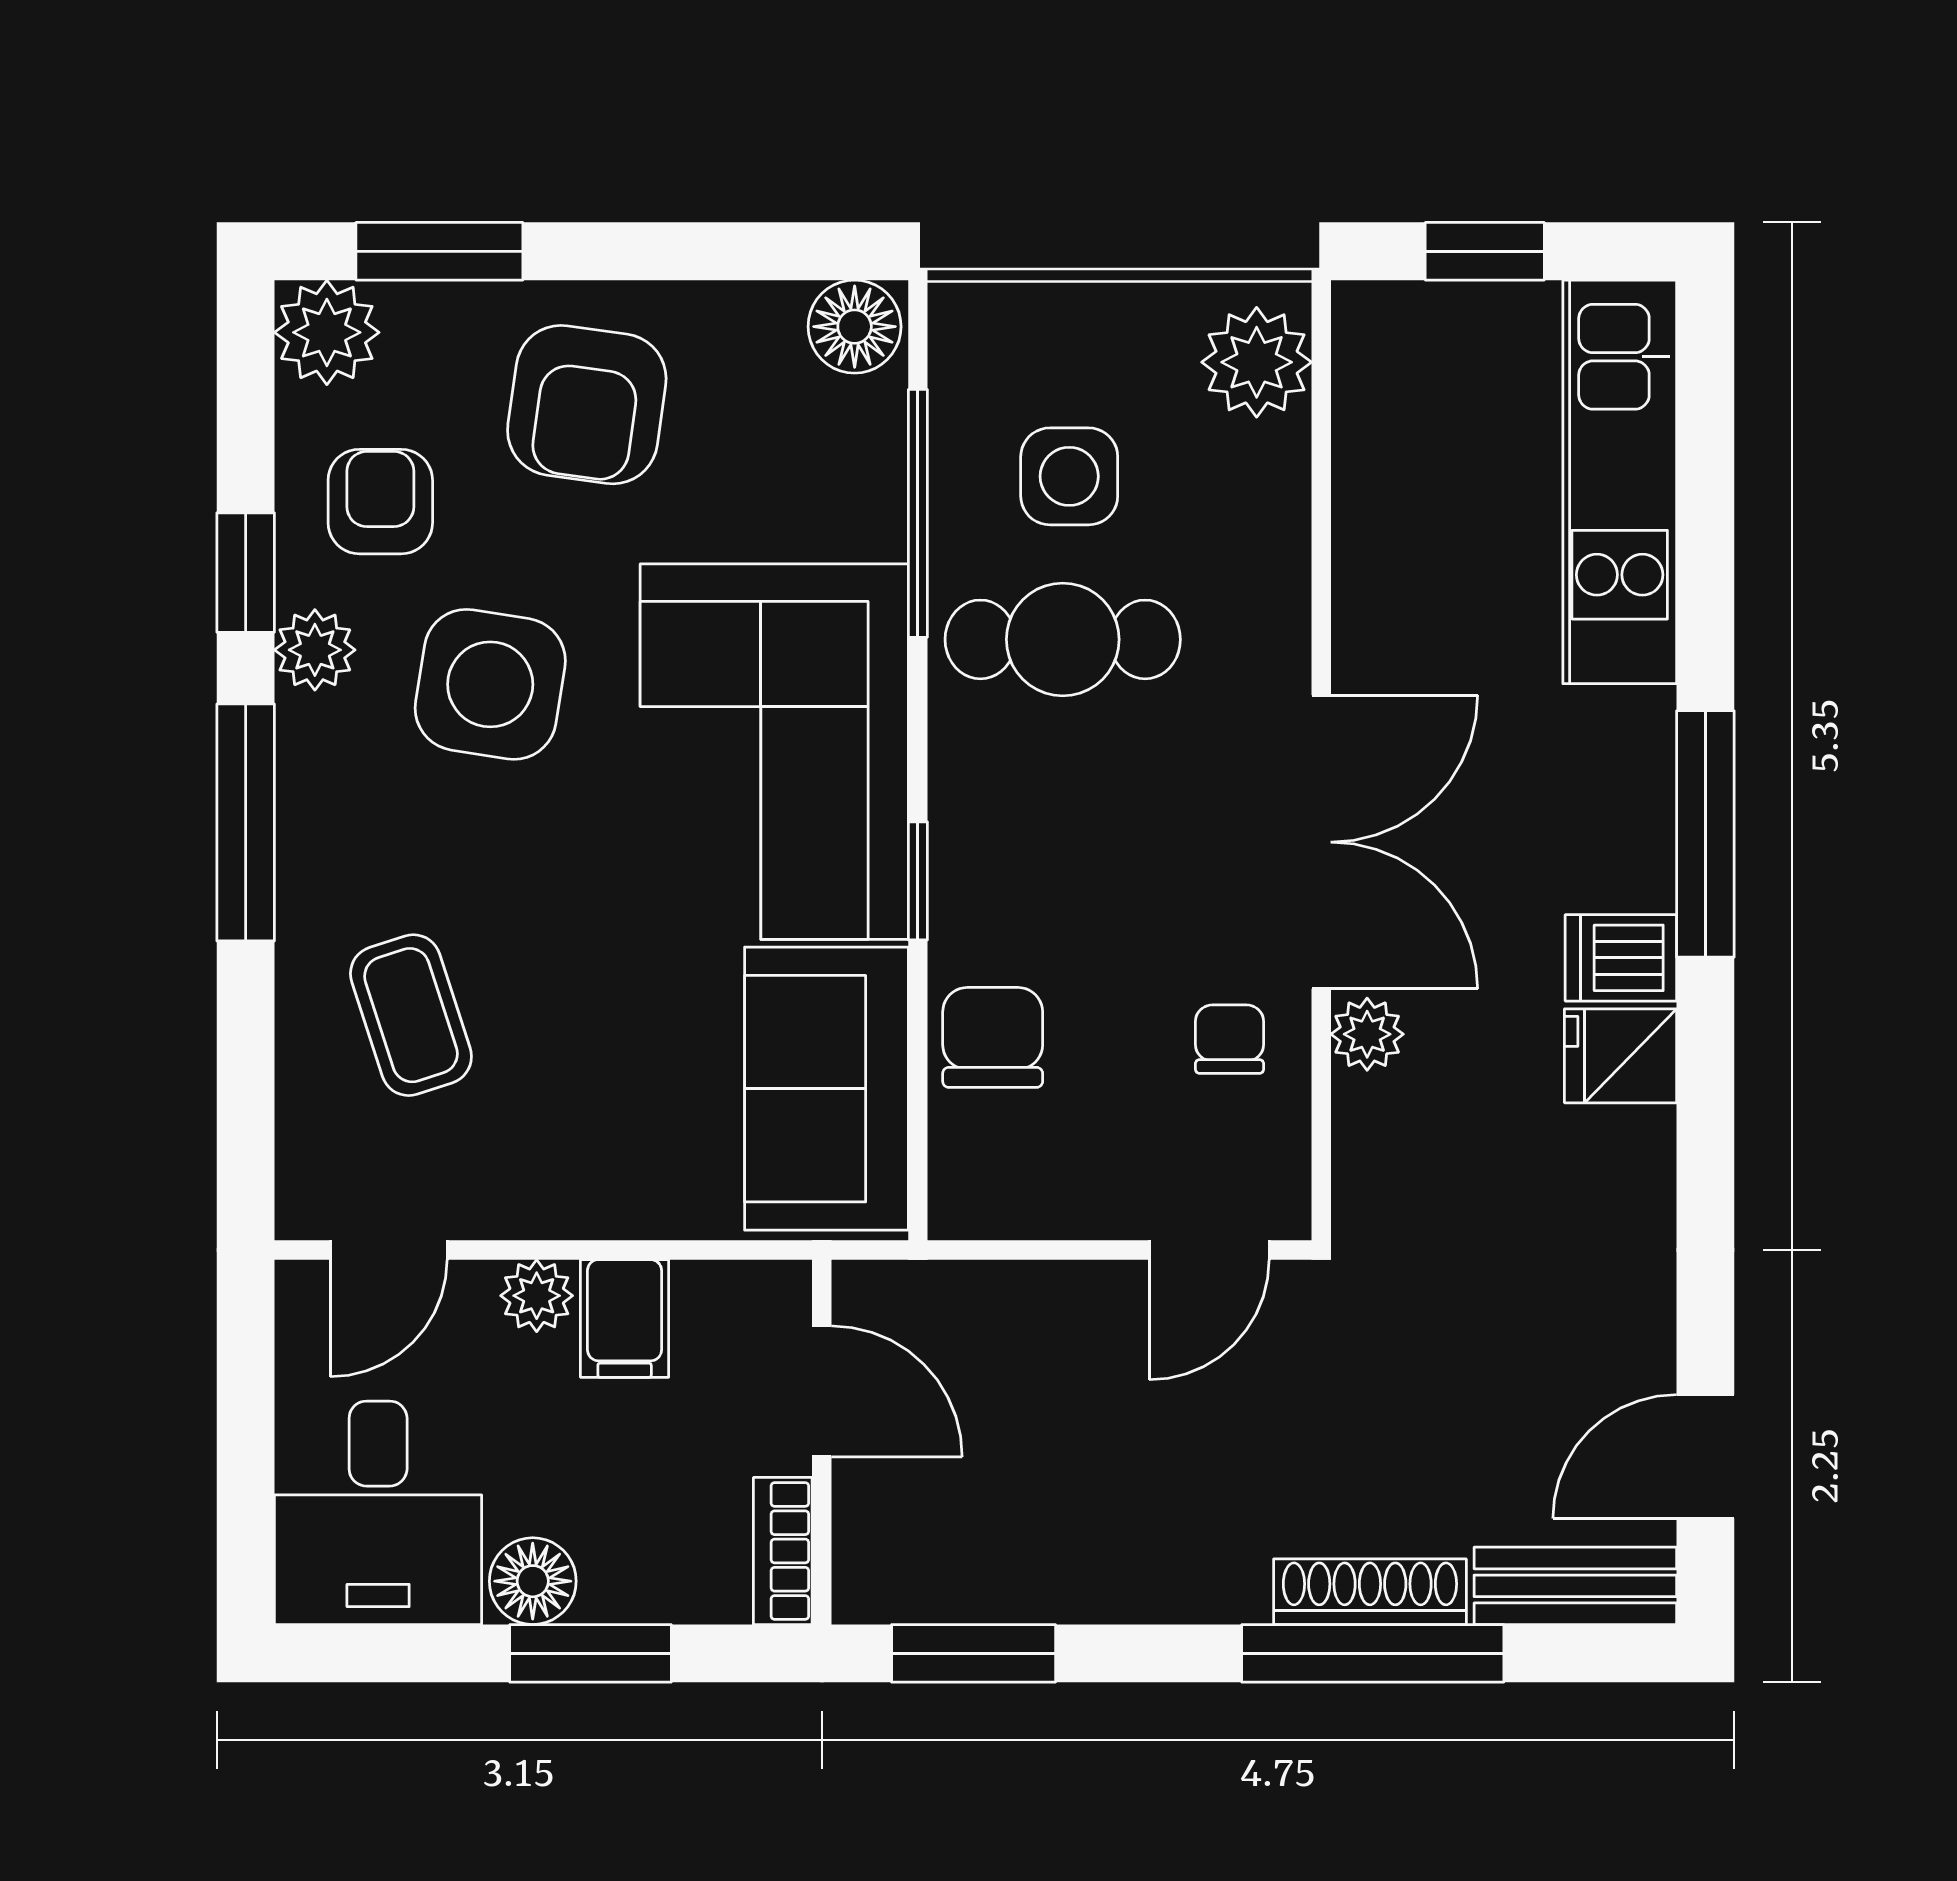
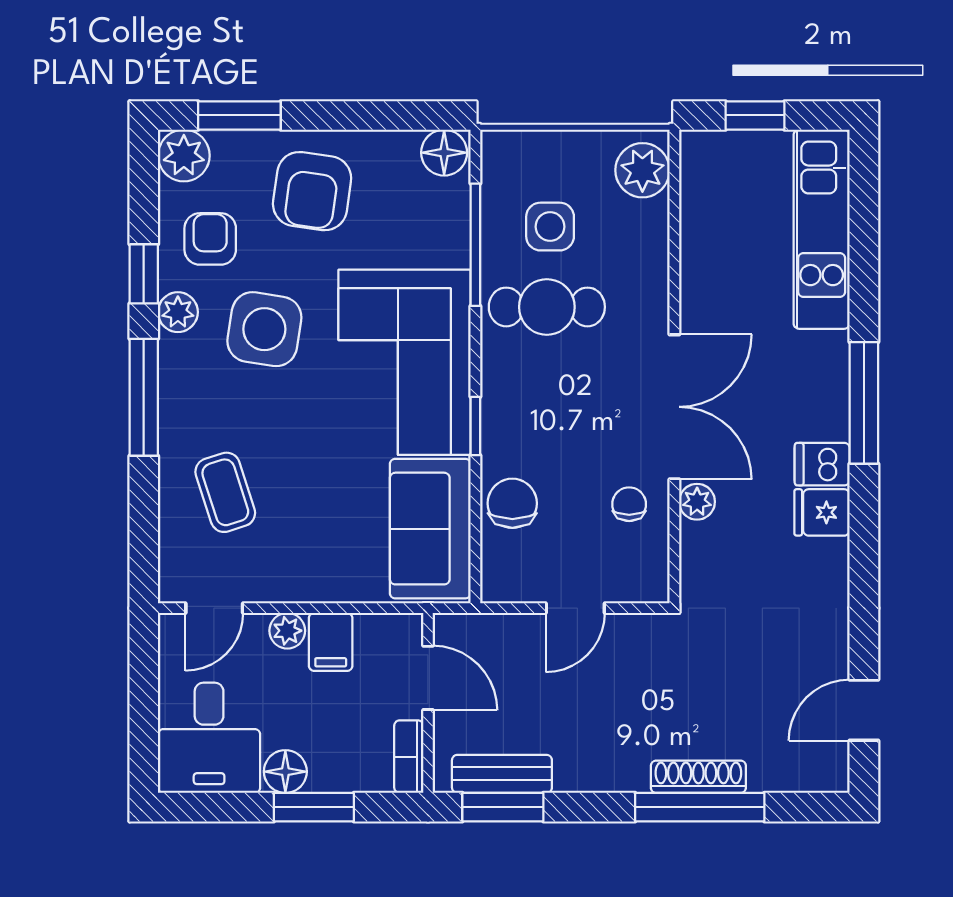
door: (1209, 1250) -> (575, 608), moved
bench: (1575, 1586) -> (502, 774), moved

